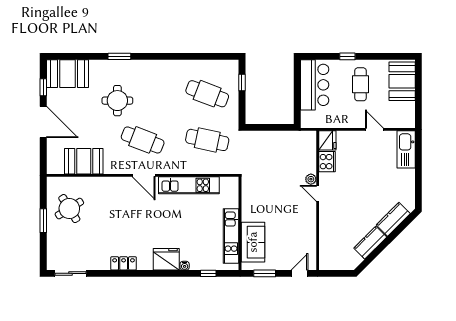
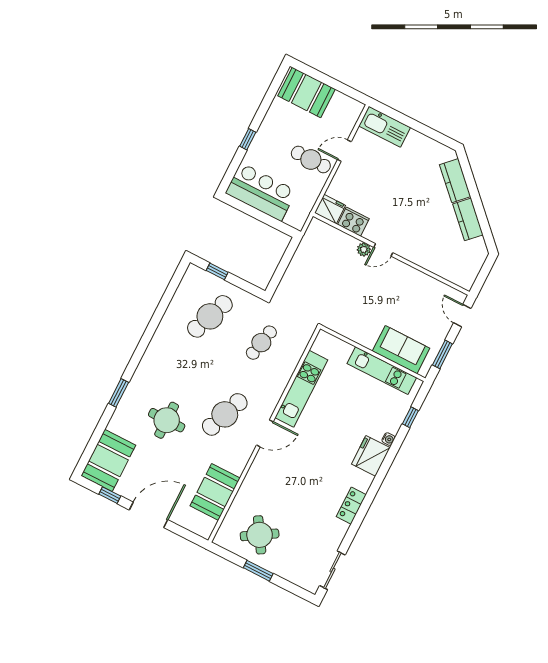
cafe table: (361, 84) -> (311, 160), moved
cafe table: (207, 140) -> (261, 343), width x0.73, depth x0.74

